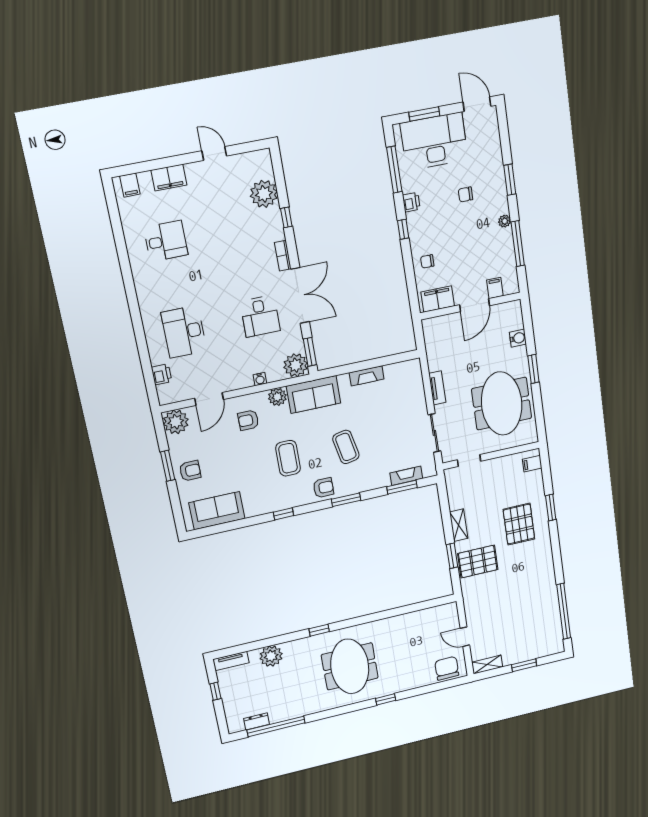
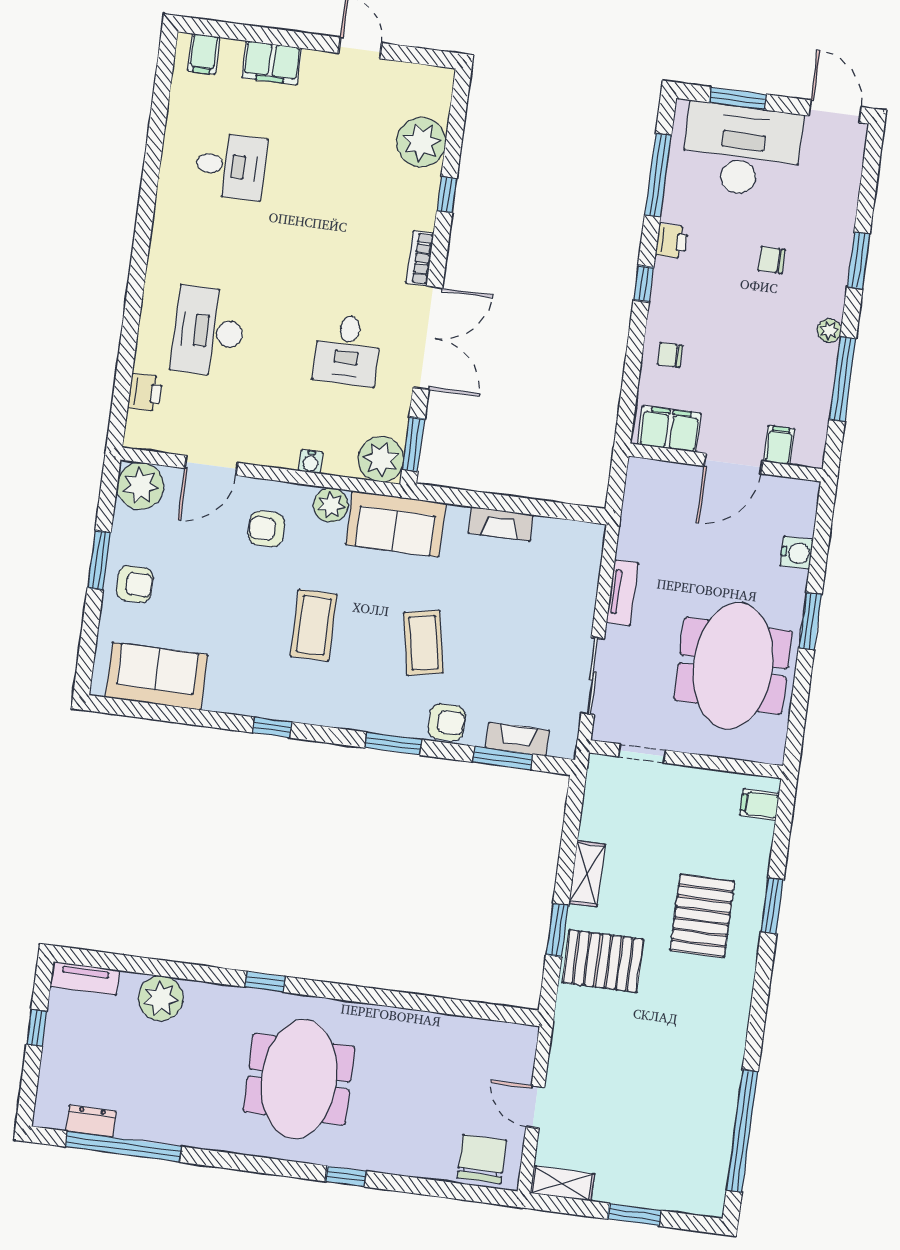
armchair: (323, 488) -> (447, 722), moved

